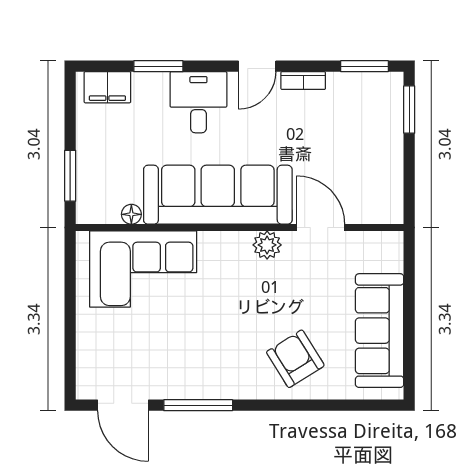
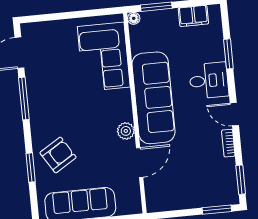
filing cabinet: (107, 87) -> (193, 16), moved, turned -90
floor lamp: (131, 214) -> (134, 18), moved
window: (311, 405) -> (31, 168), added

